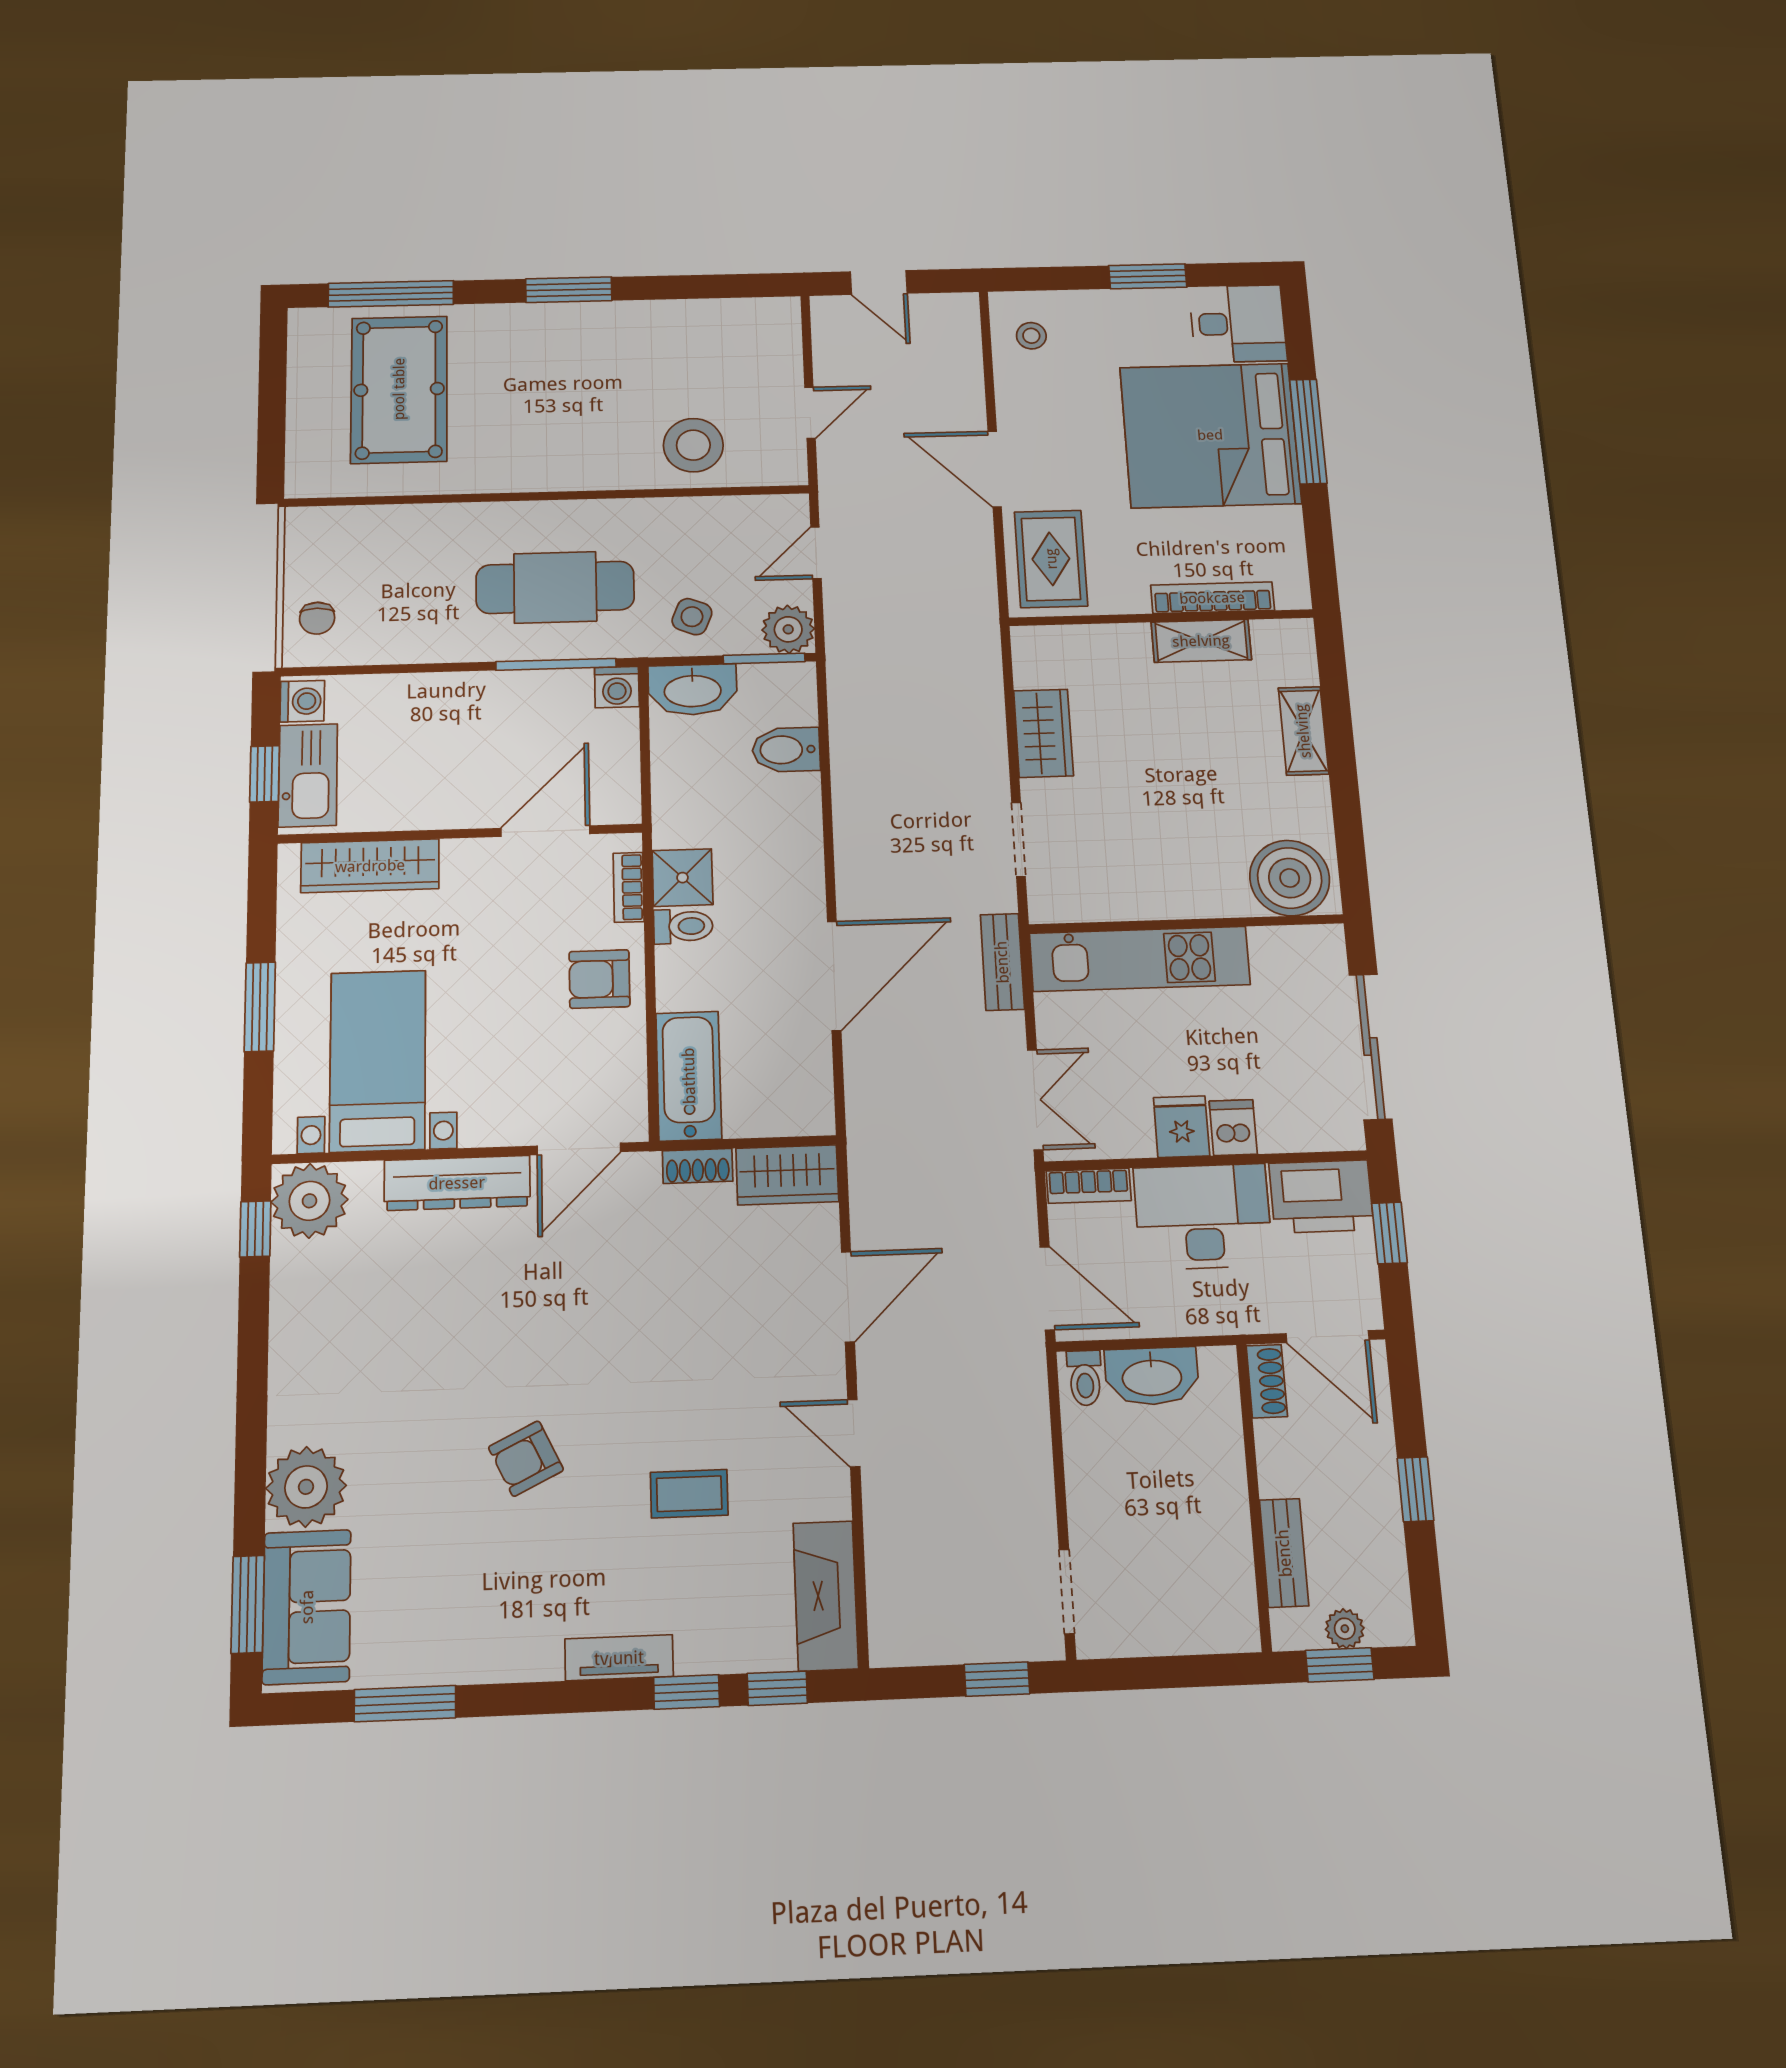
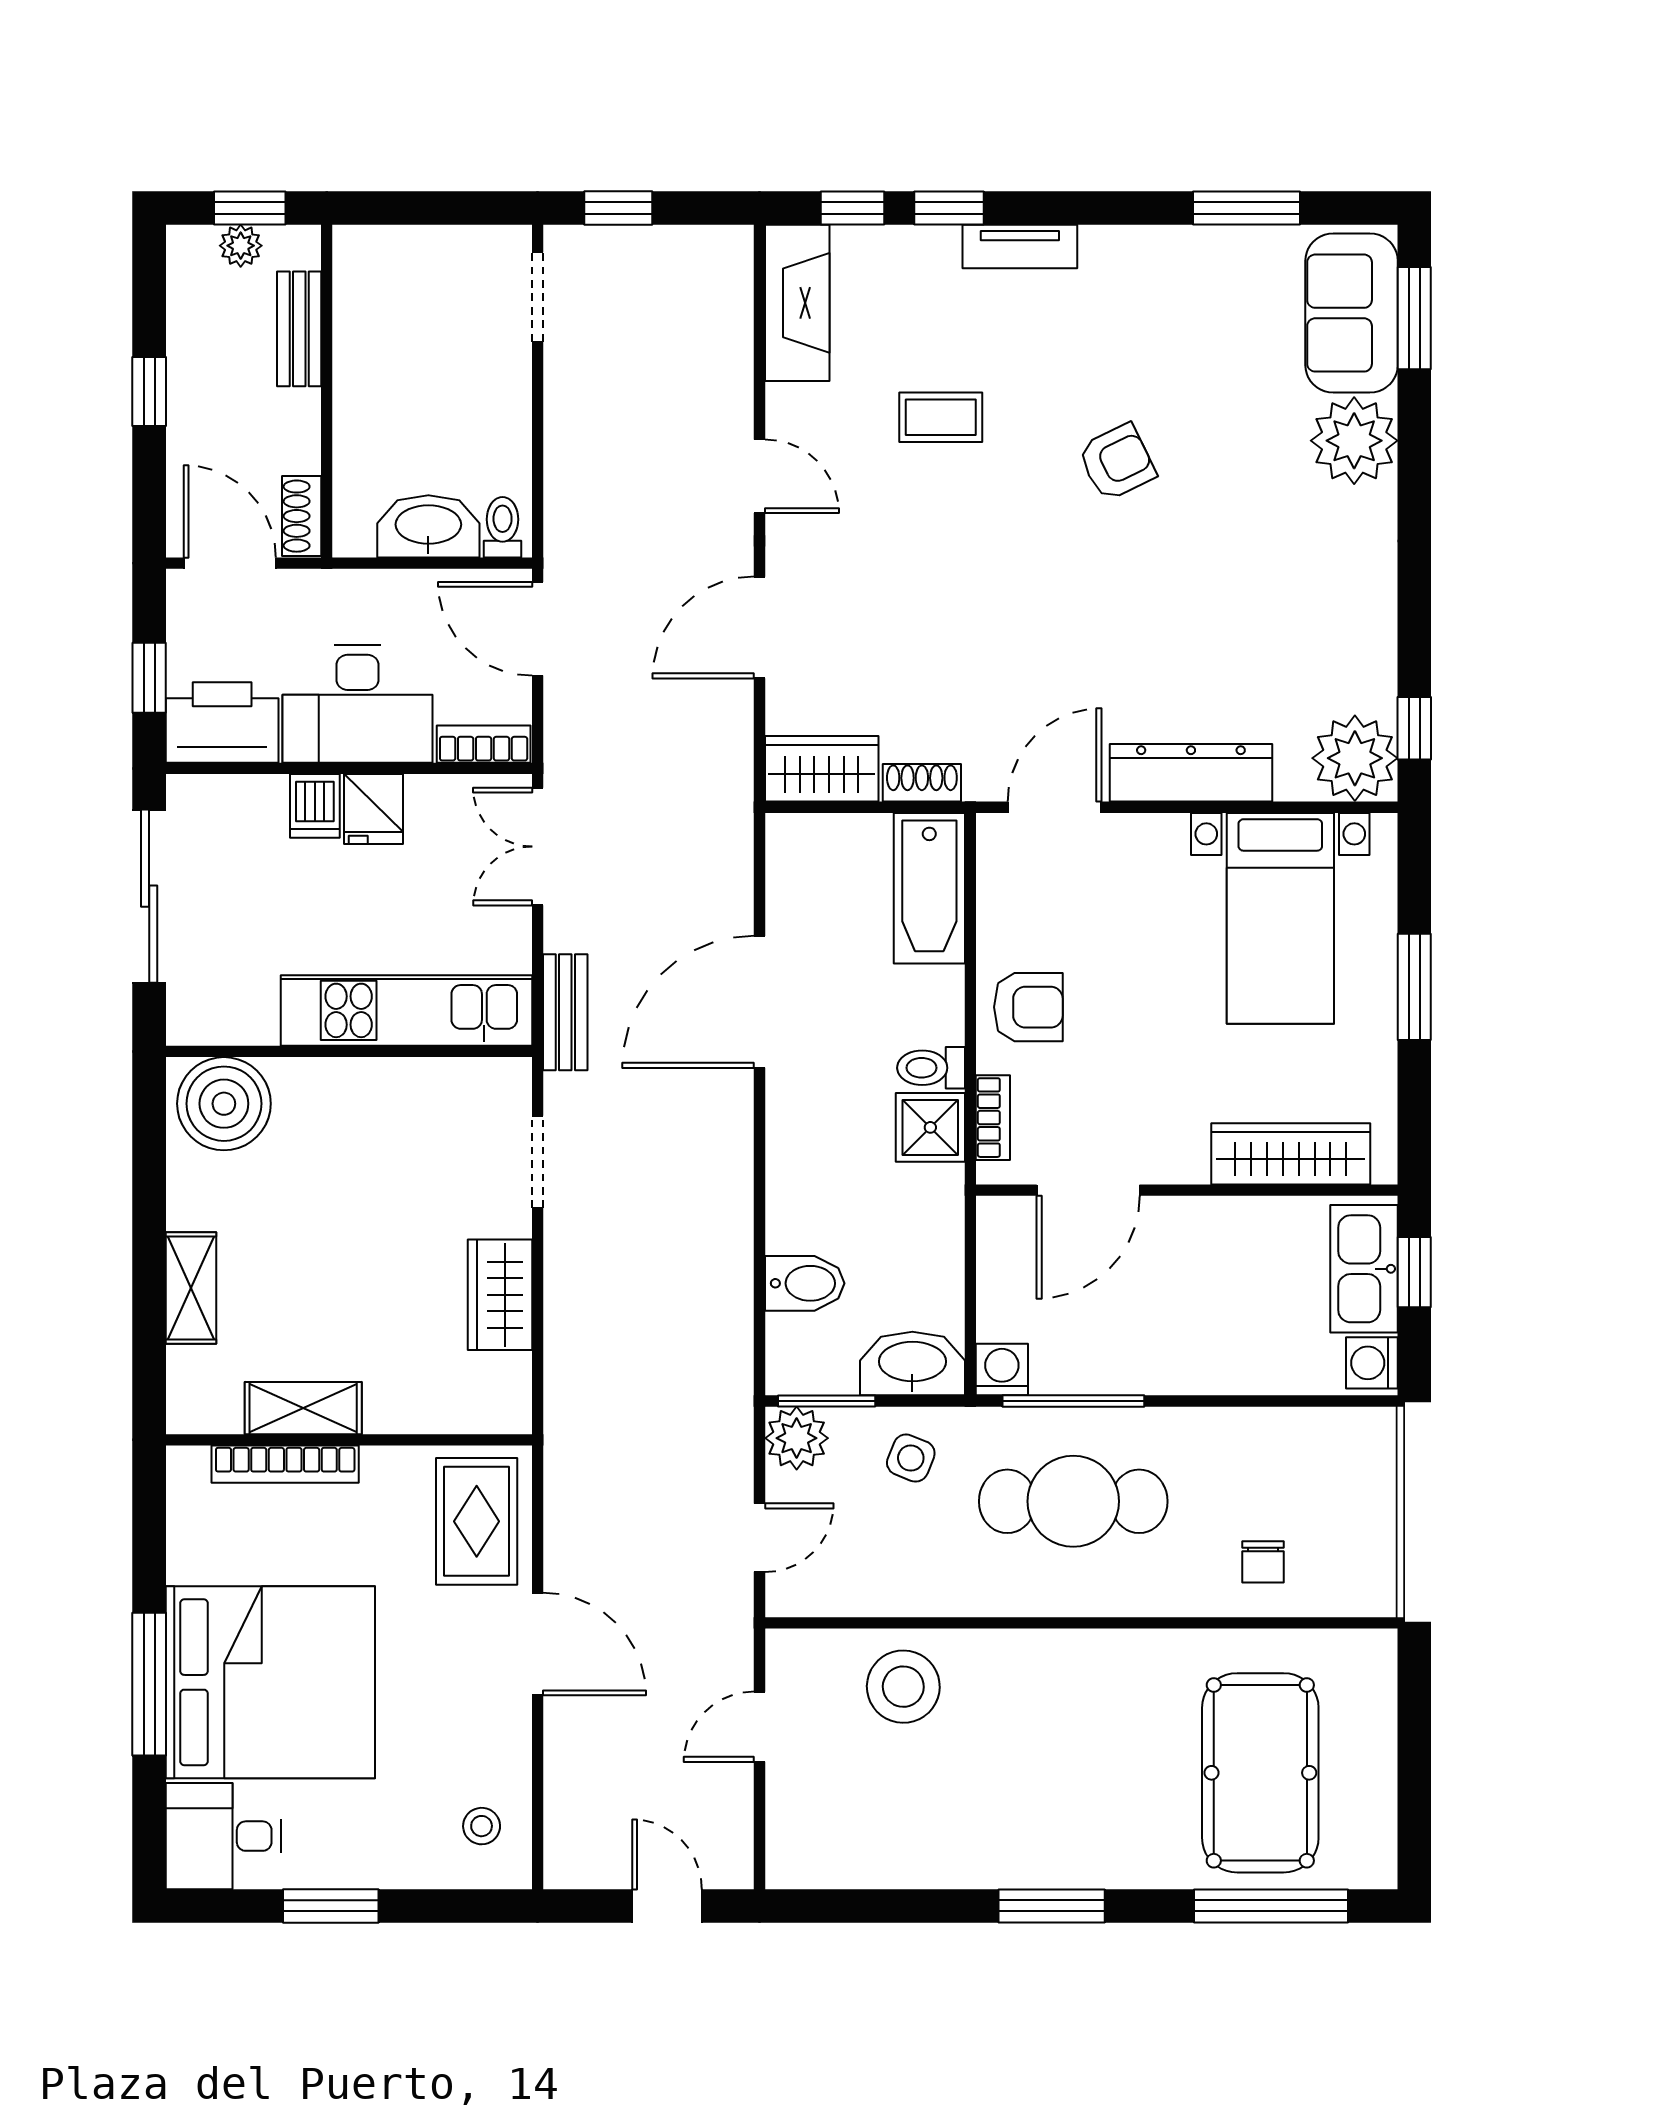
chair: (317, 618) -> (1263, 1562), moved, turned 180

